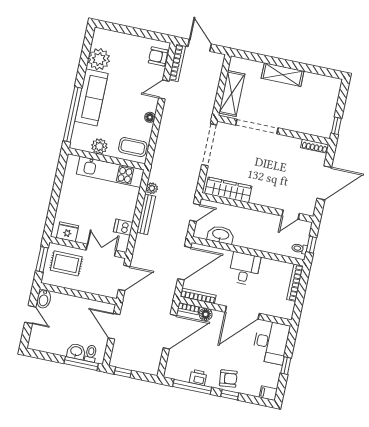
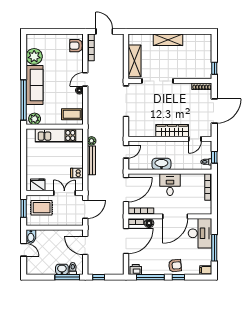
door: (164, 90) -> (85, 79), moved
plant: (99, 146) -> (35, 119), moved
wardrobe: (228, 190) -> (172, 131), moved
washbasin: (221, 235) -> (161, 164), moved
window: (286, 366) -> (214, 248), width x2.17
printer: (198, 377) -> (136, 269), moved

